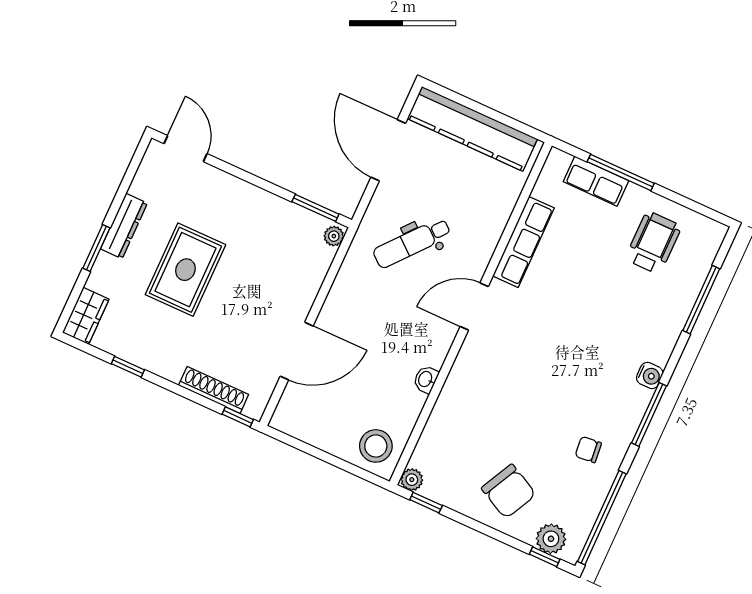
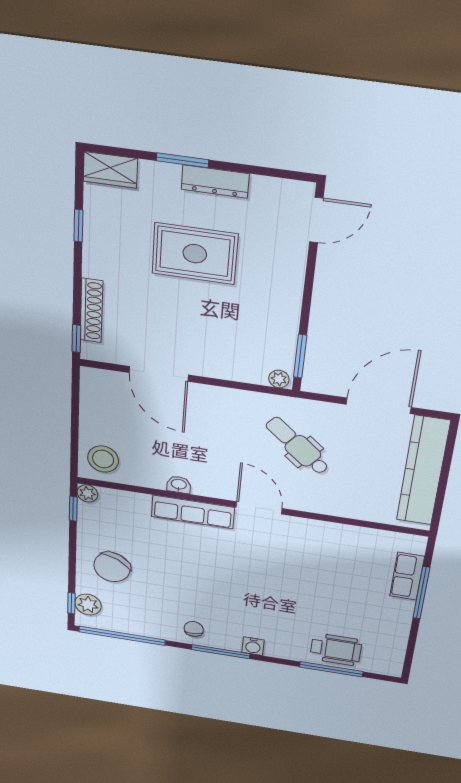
row of seats: (523, 242) -> (193, 512), moved
wheelchair: (653, 243) -> (336, 649), moved
chair: (588, 450) -> (194, 629), moved

